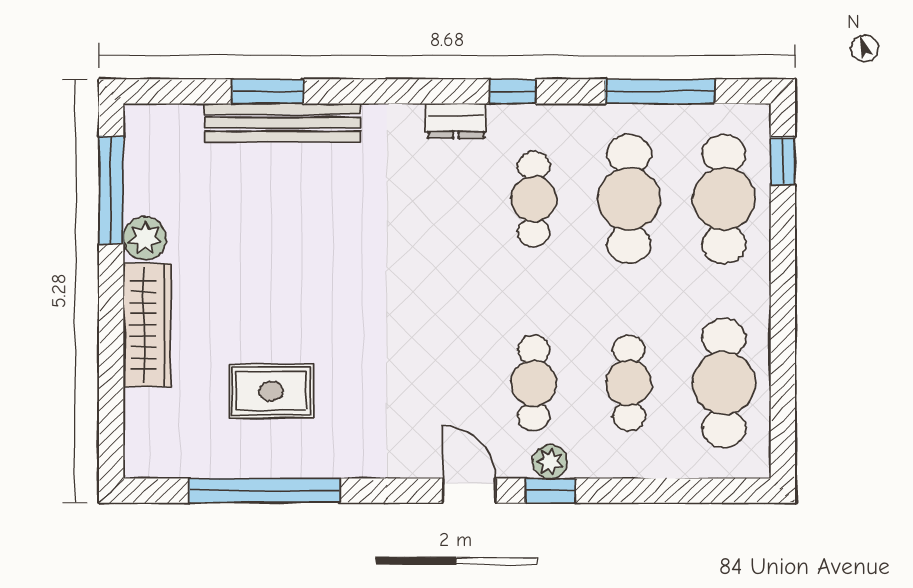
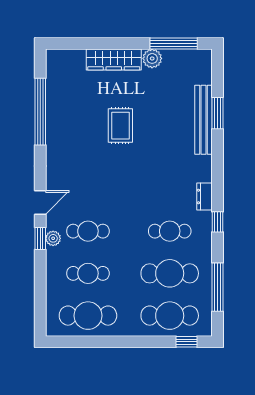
rug: (271, 391) -> (120, 126), moved

